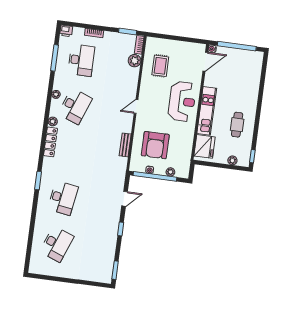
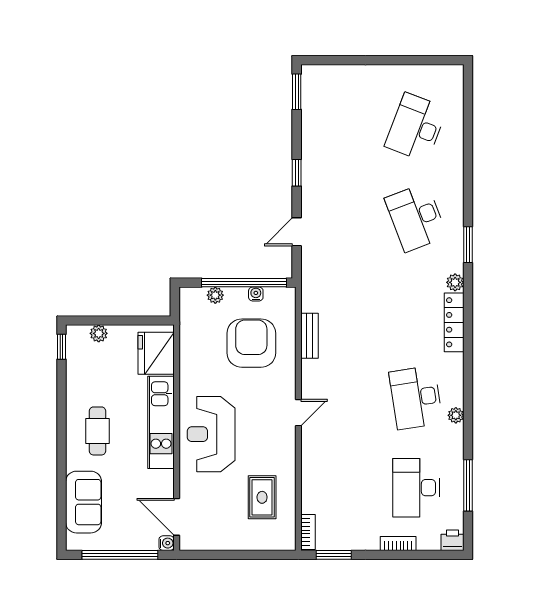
plant: (135, 61) -> (313, 501), removed
door: (205, 62) -> (177, 517), hinge flipped
sofa: (252, 75) -> (84, 502), added
desk: (75, 106) -> (416, 398), turned -30
plant: (53, 121) -> (455, 282), moved
cafe table: (237, 125) -> (97, 431), moved
desk: (63, 198) -> (416, 217), turned -30

